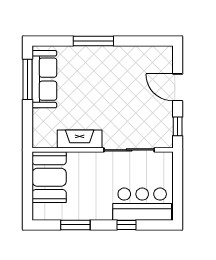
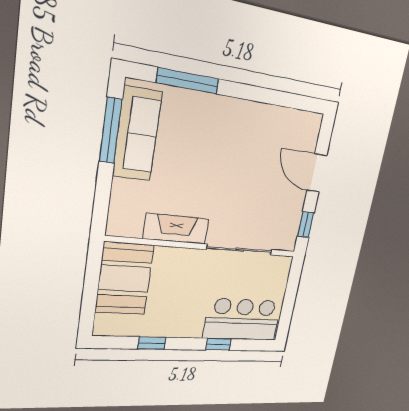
window: (93, 41) -> (188, 81), moved
window: (75, 225) -> (152, 343), width x0.67

